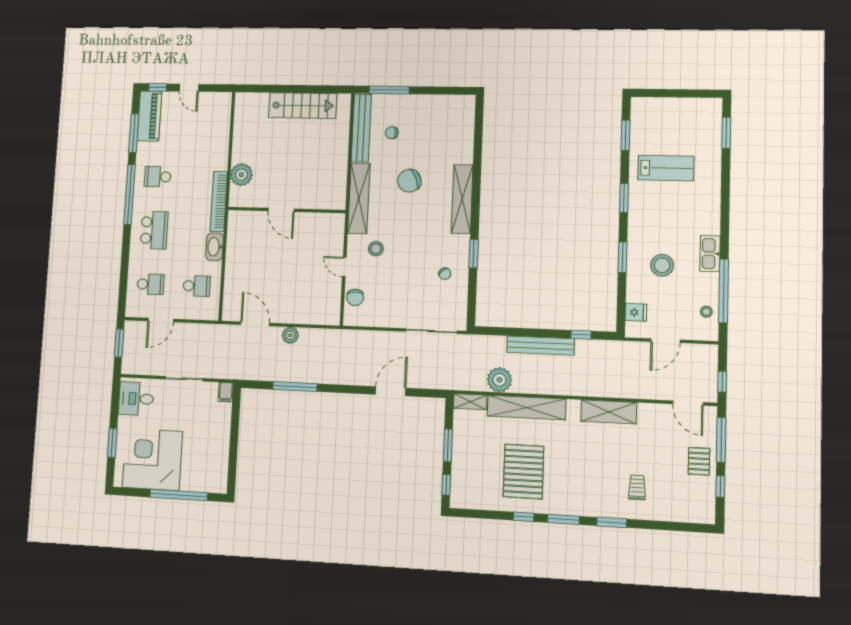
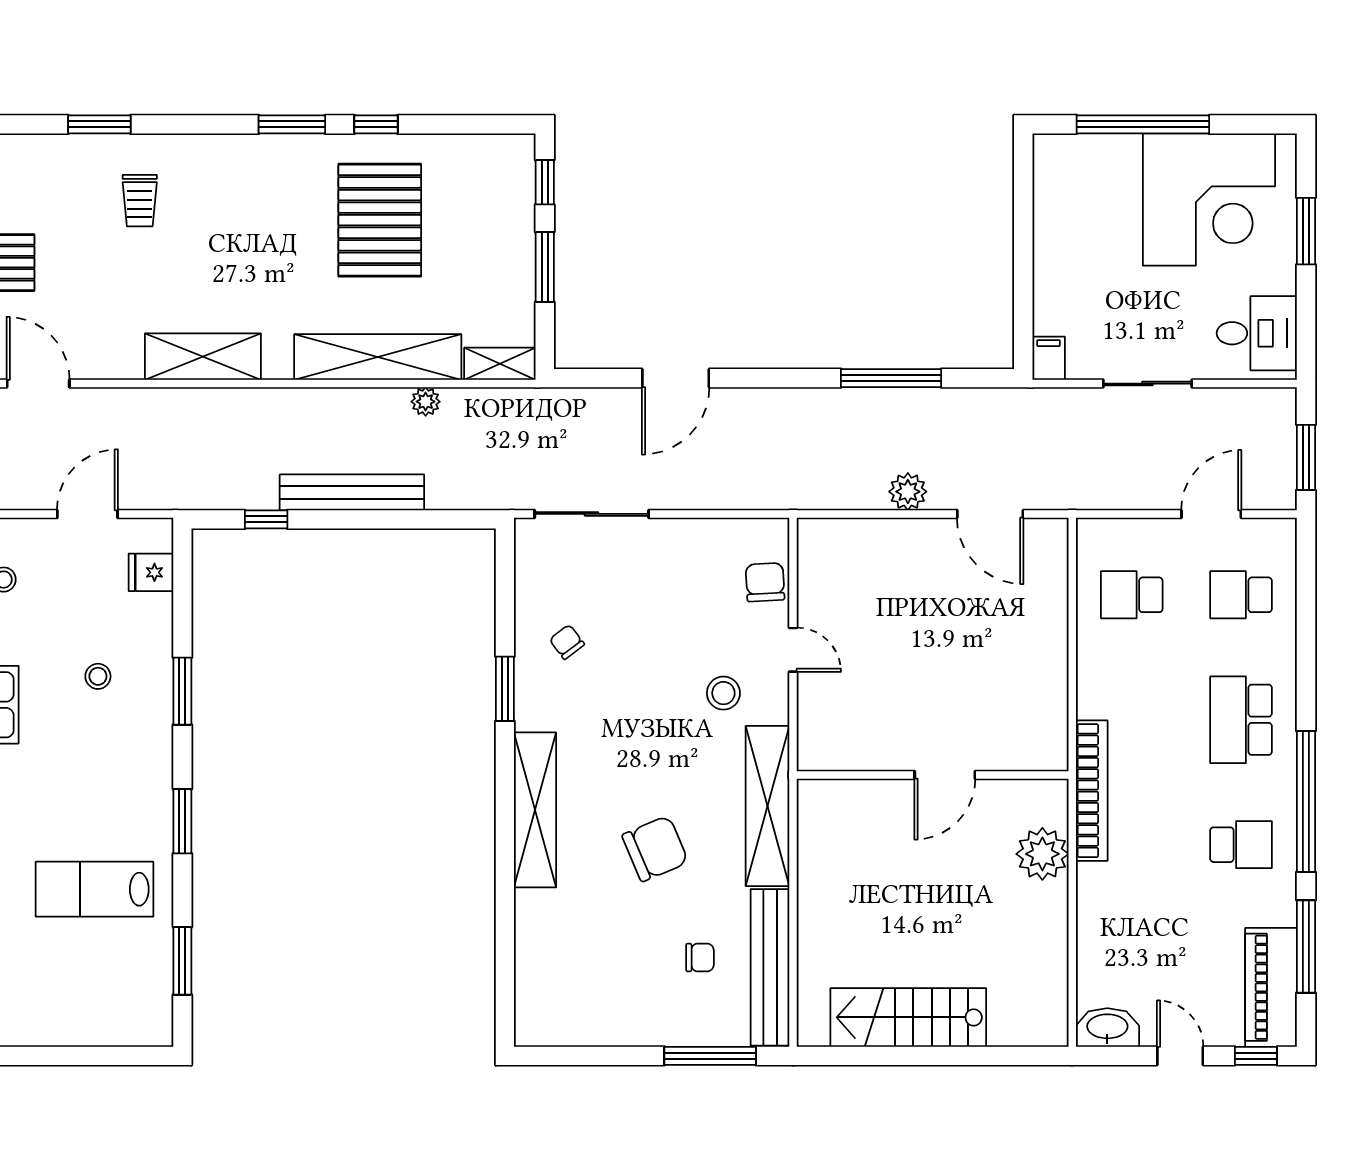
door: (281, 210) -> (945, 775), swing flipped
washbasin: (215, 247) -> (1107, 1027), moved, turned -90
stool: (662, 265) -> (98, 676), width x0.53, depth x0.53
plant: (499, 380) -> (426, 402), width x0.53, depth x0.53
window: (612, 522) -> (99, 124), moved

